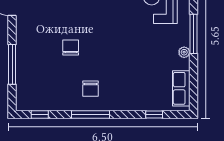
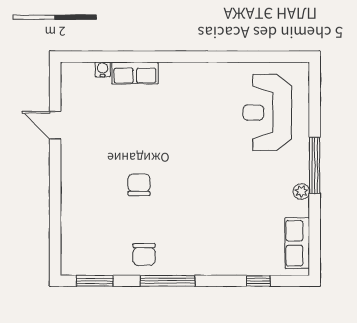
window: (12, 64) -> (55, 209), removed
chair: (90, 89) -> (144, 254), moved
window: (40, 115) -> (95, 281), width x1.50

